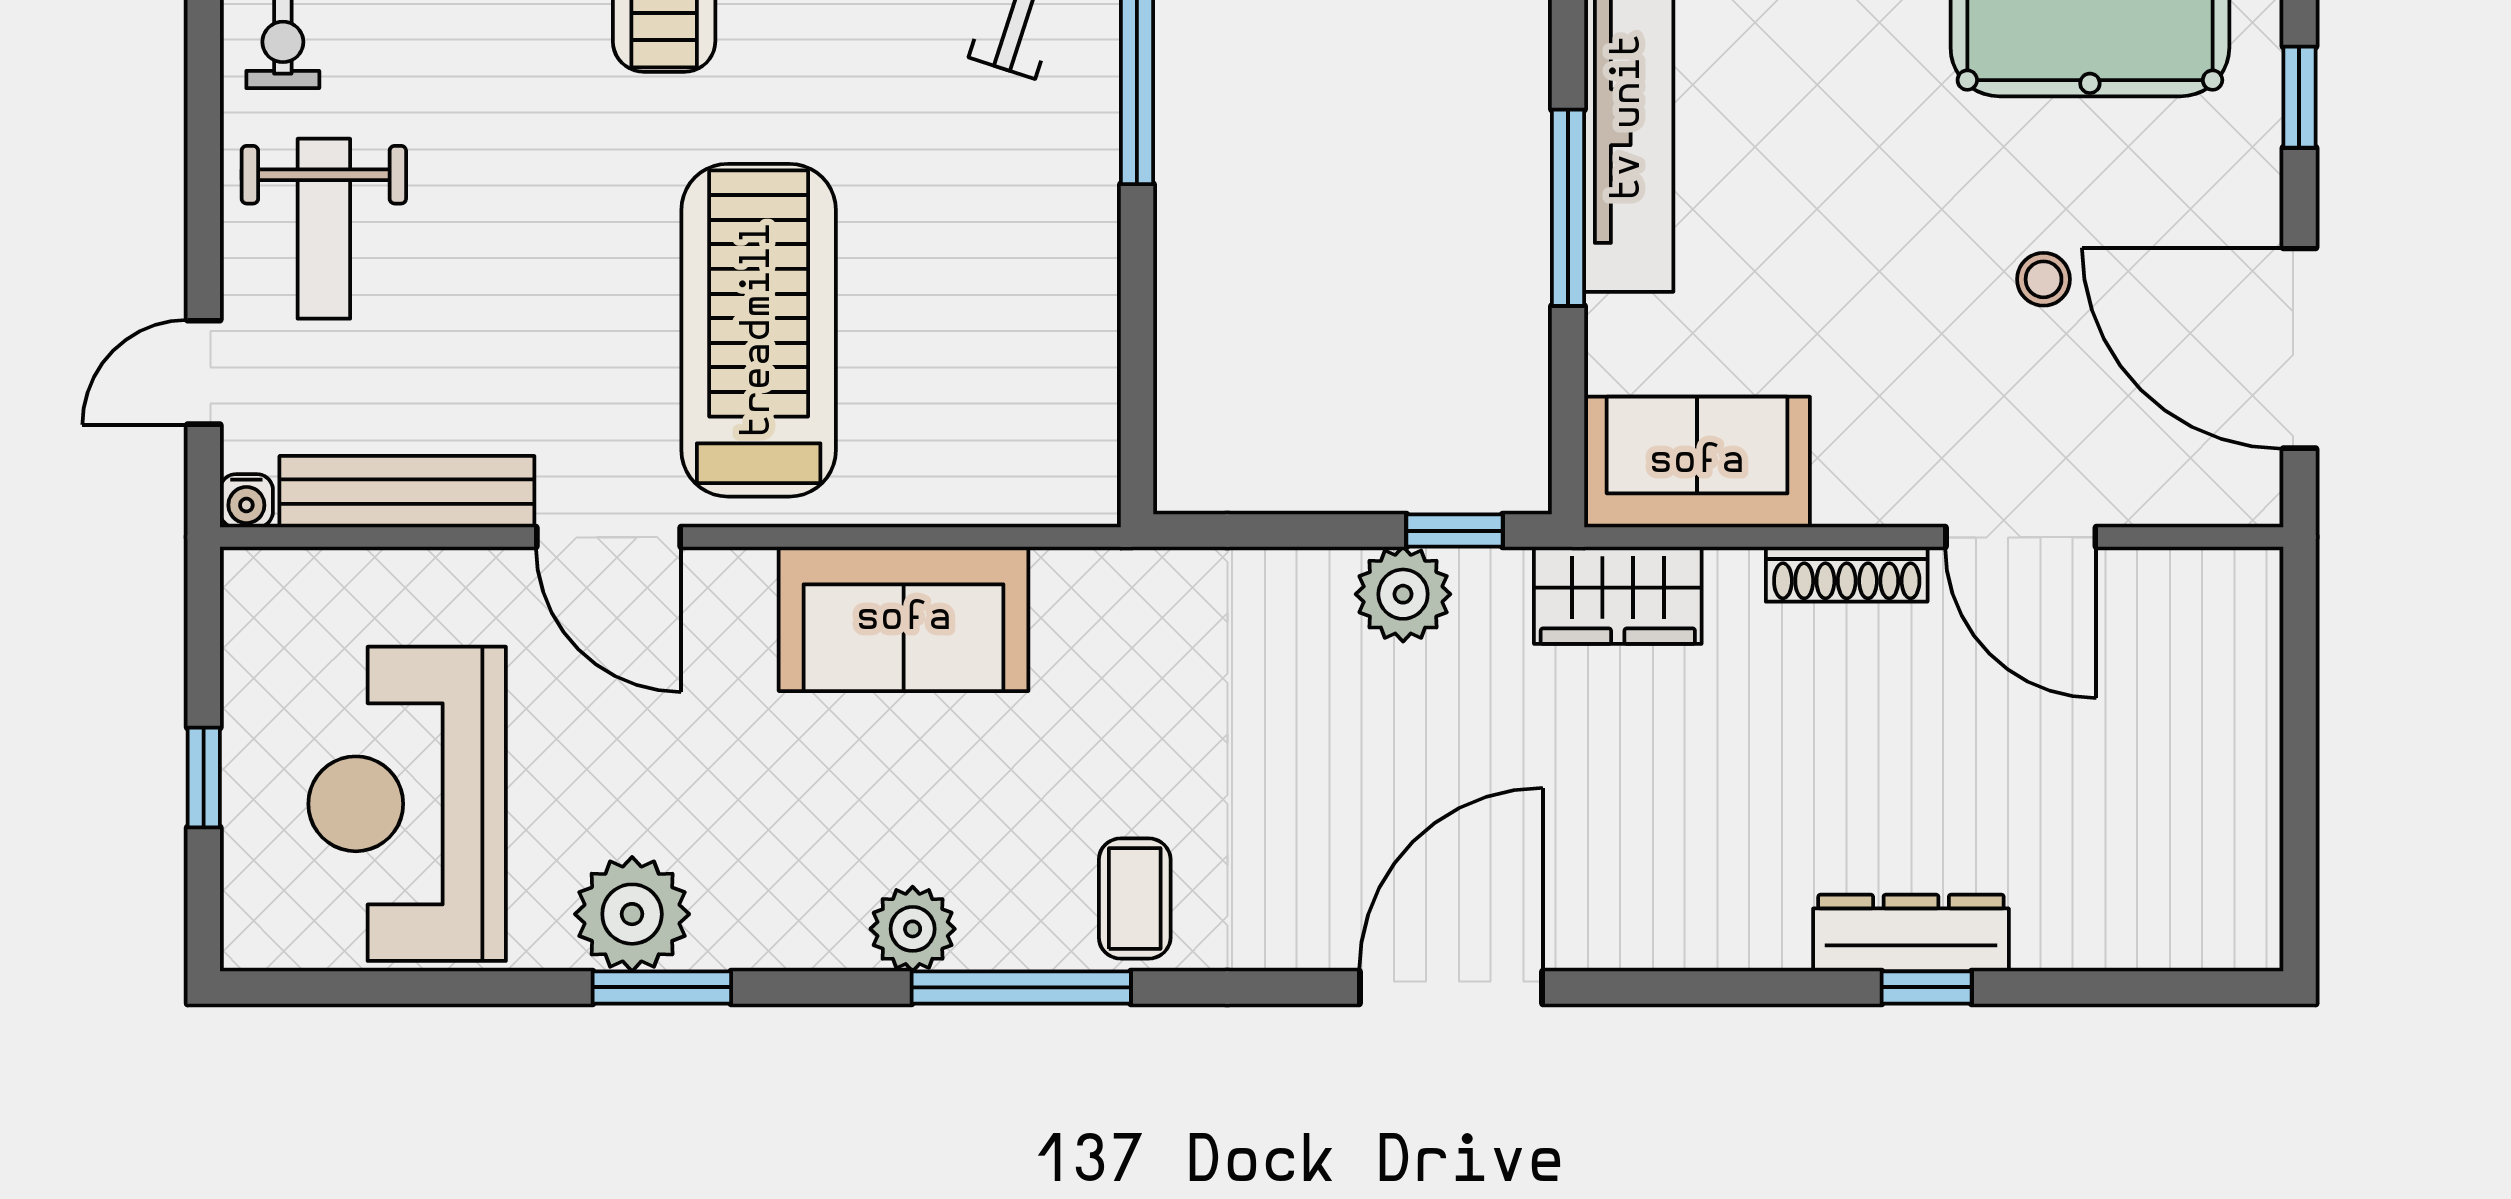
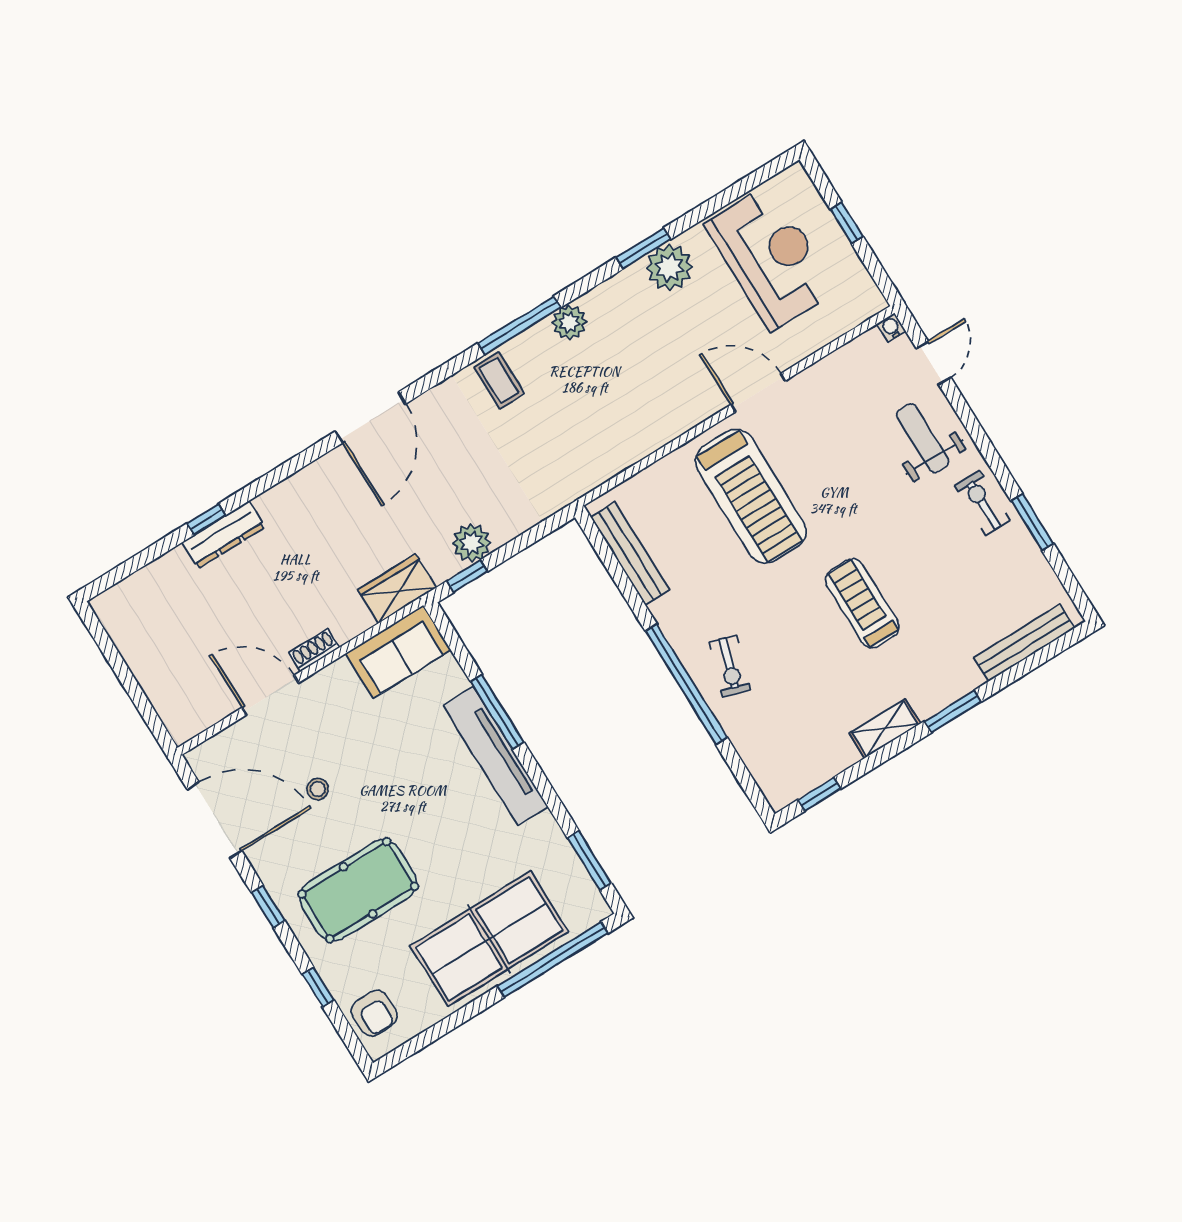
bench: (407, 492) -> (630, 554), moved, turned 90
shoe rack: (1847, 574) -> (314, 650), width x0.70
sofa: (904, 619) -> (639, 427), removed

